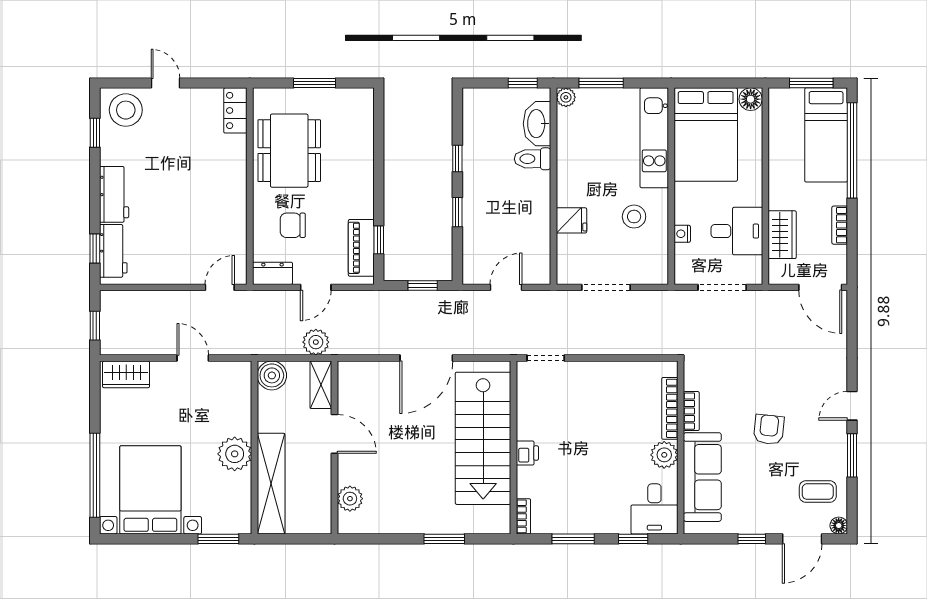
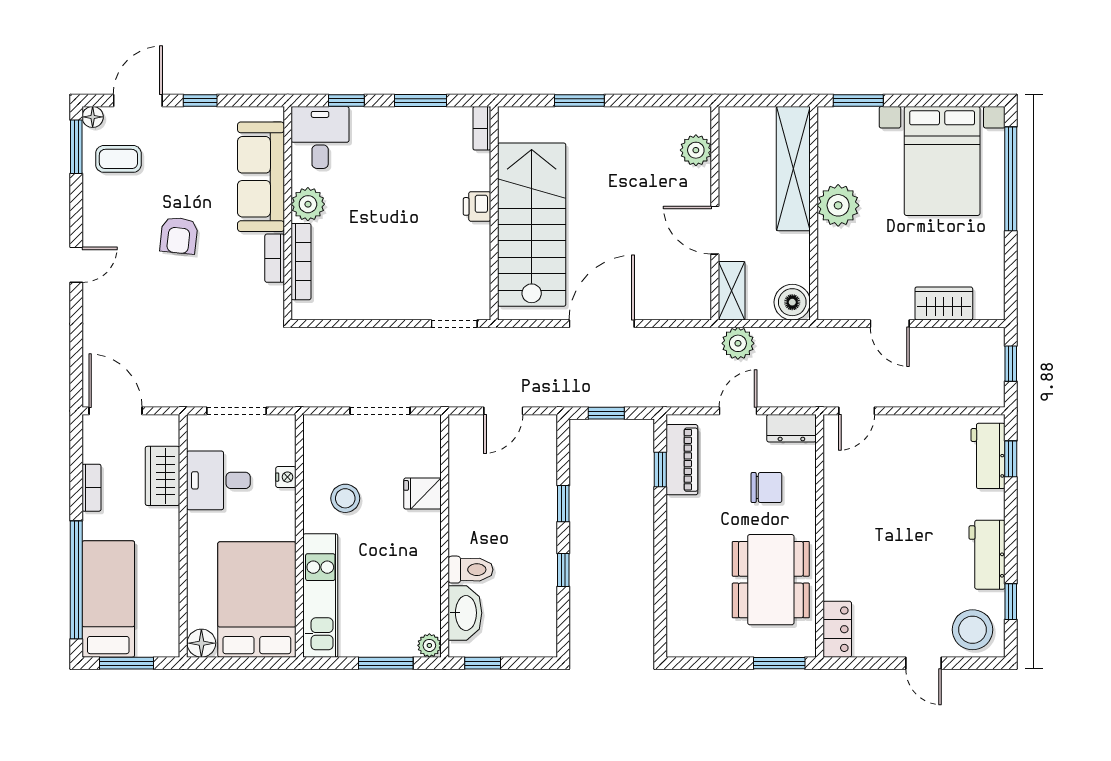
window: (314, 83) -> (779, 663), moved
workbench: (114, 194) -> (987, 555), moved
wardrobe: (126, 374) -> (944, 304), moved
window: (852, 455) -> (76, 147), moved

